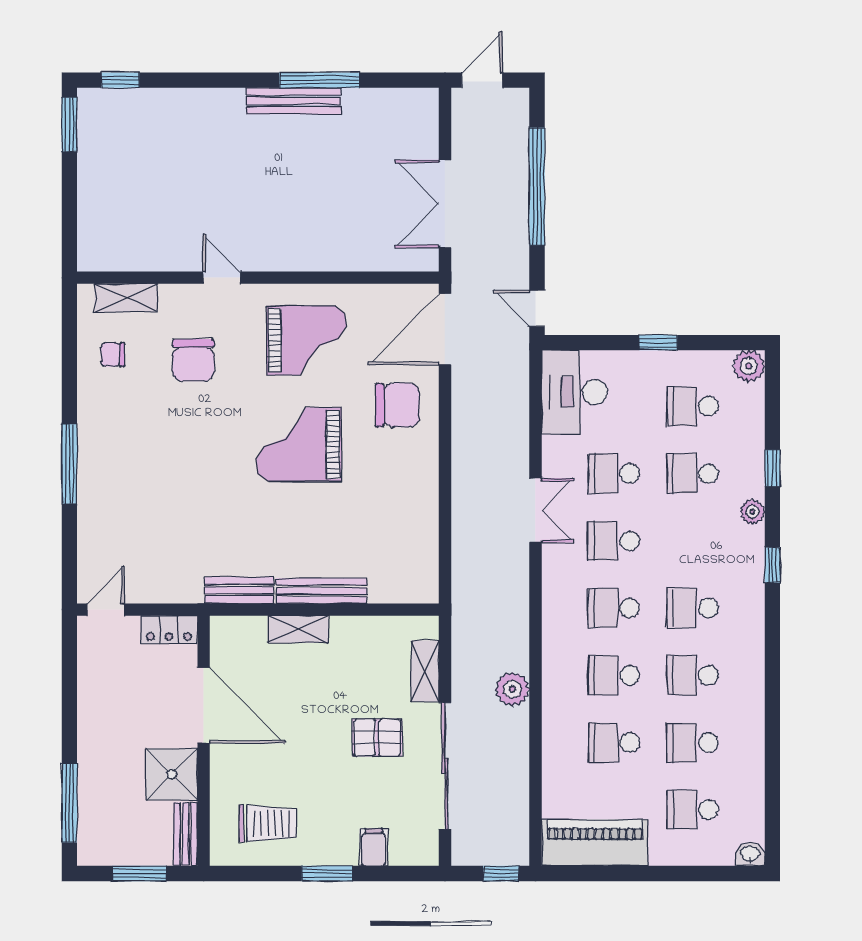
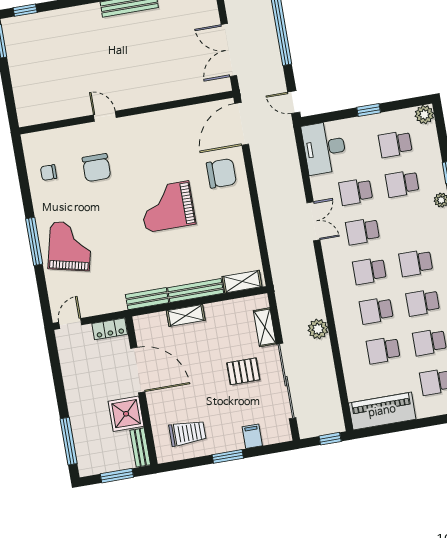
shelving: (126, 298) -> (242, 282), moved
grand piano: (306, 340) -> (70, 246), moved, turned -77

